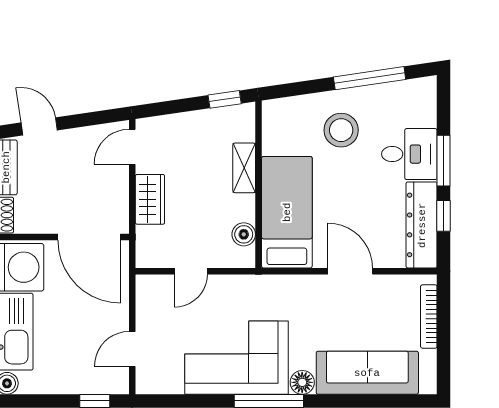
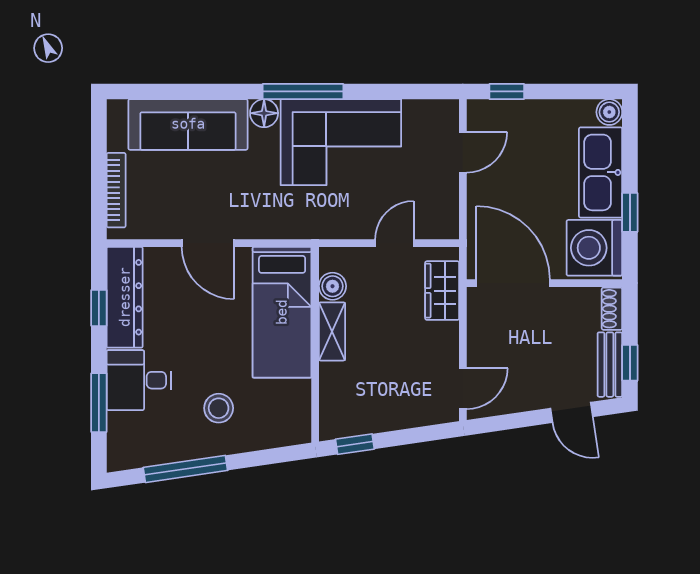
stool: (341, 130) -> (219, 408), width x0.73, depth x0.73
window: (444, 161) -> (99, 403), moved
shelving: (244, 168) -> (332, 331), moved
wardrobe: (150, 199) -> (442, 291), moved

